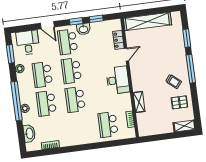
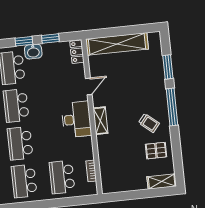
locker: (118, 40) -> (77, 52), moved
shelving: (139, 102) -> (100, 121), moved
school desk: (79, 128) -> (24, 181), added

